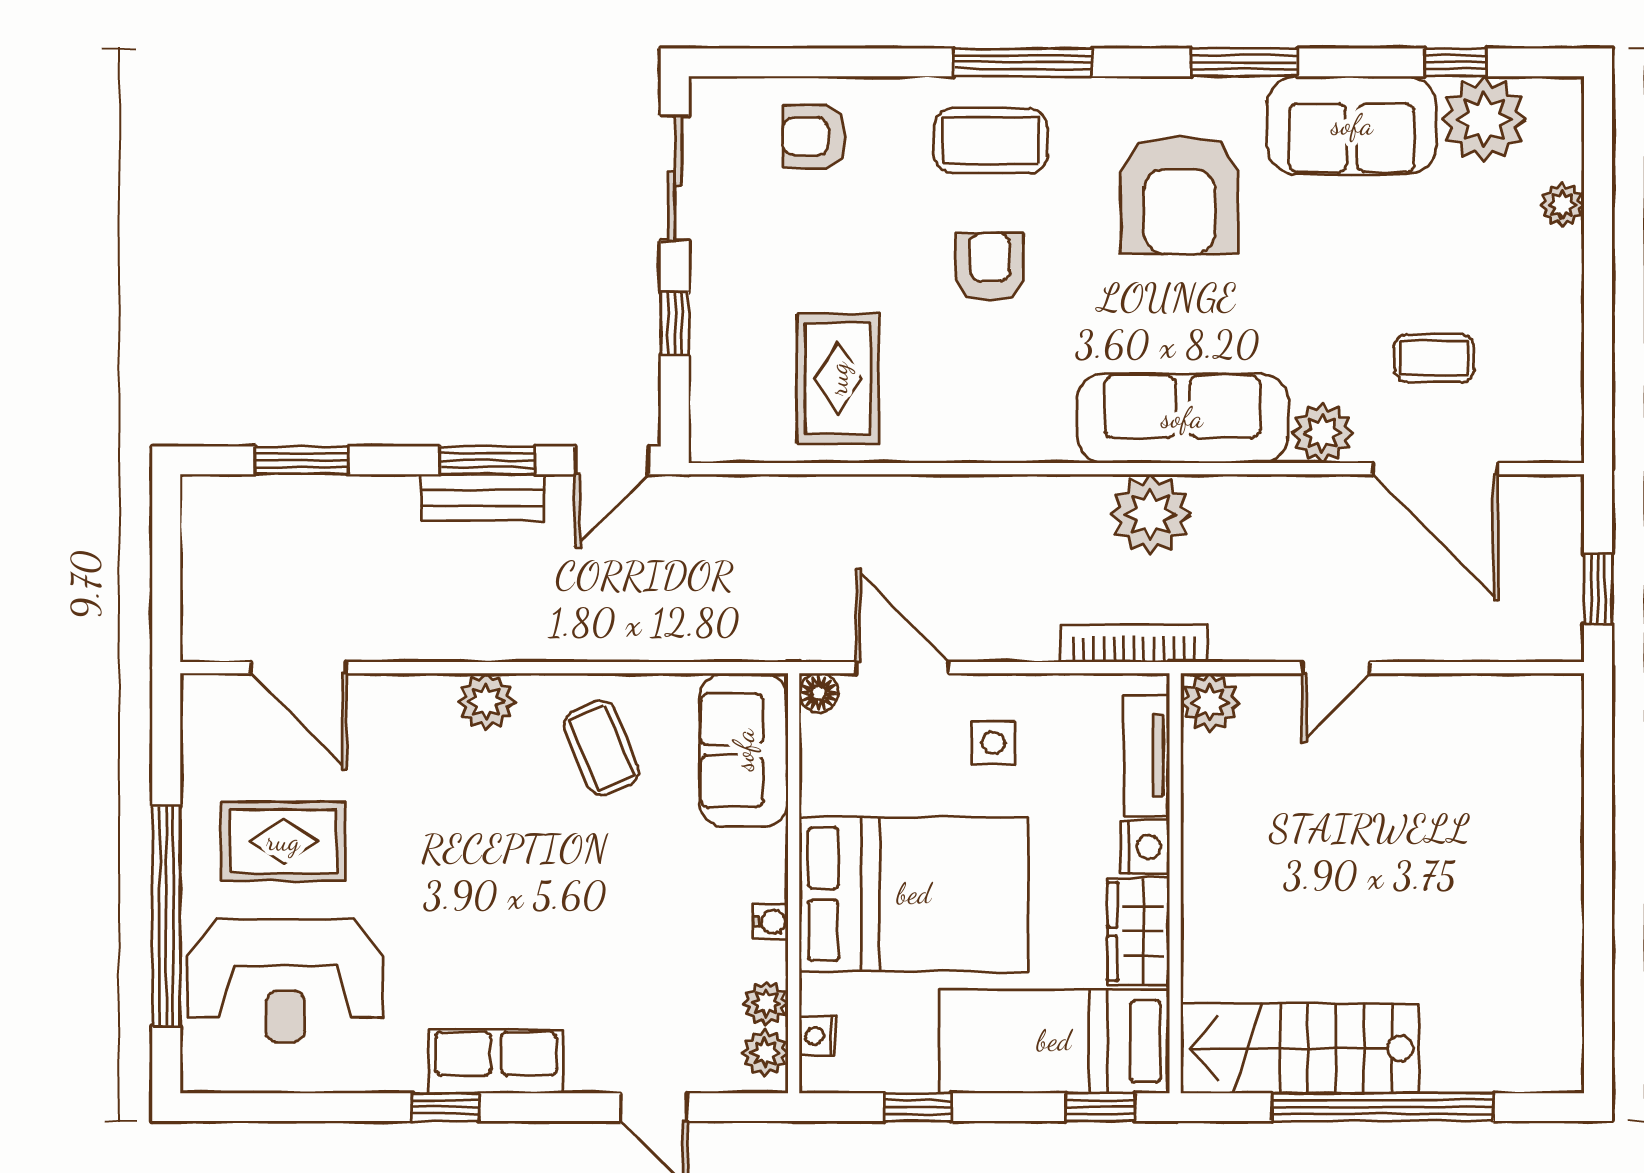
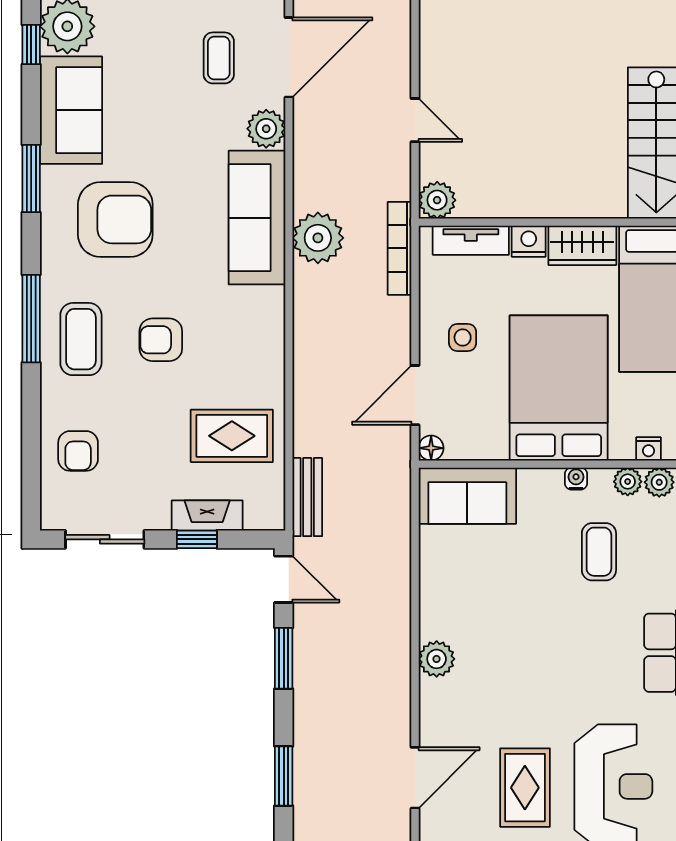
fireplace: (713, 340) -> (207, 515), added
bench: (483, 498) -> (307, 497), moved
coffee table: (601, 748) -> (599, 552), moved, turned -67

